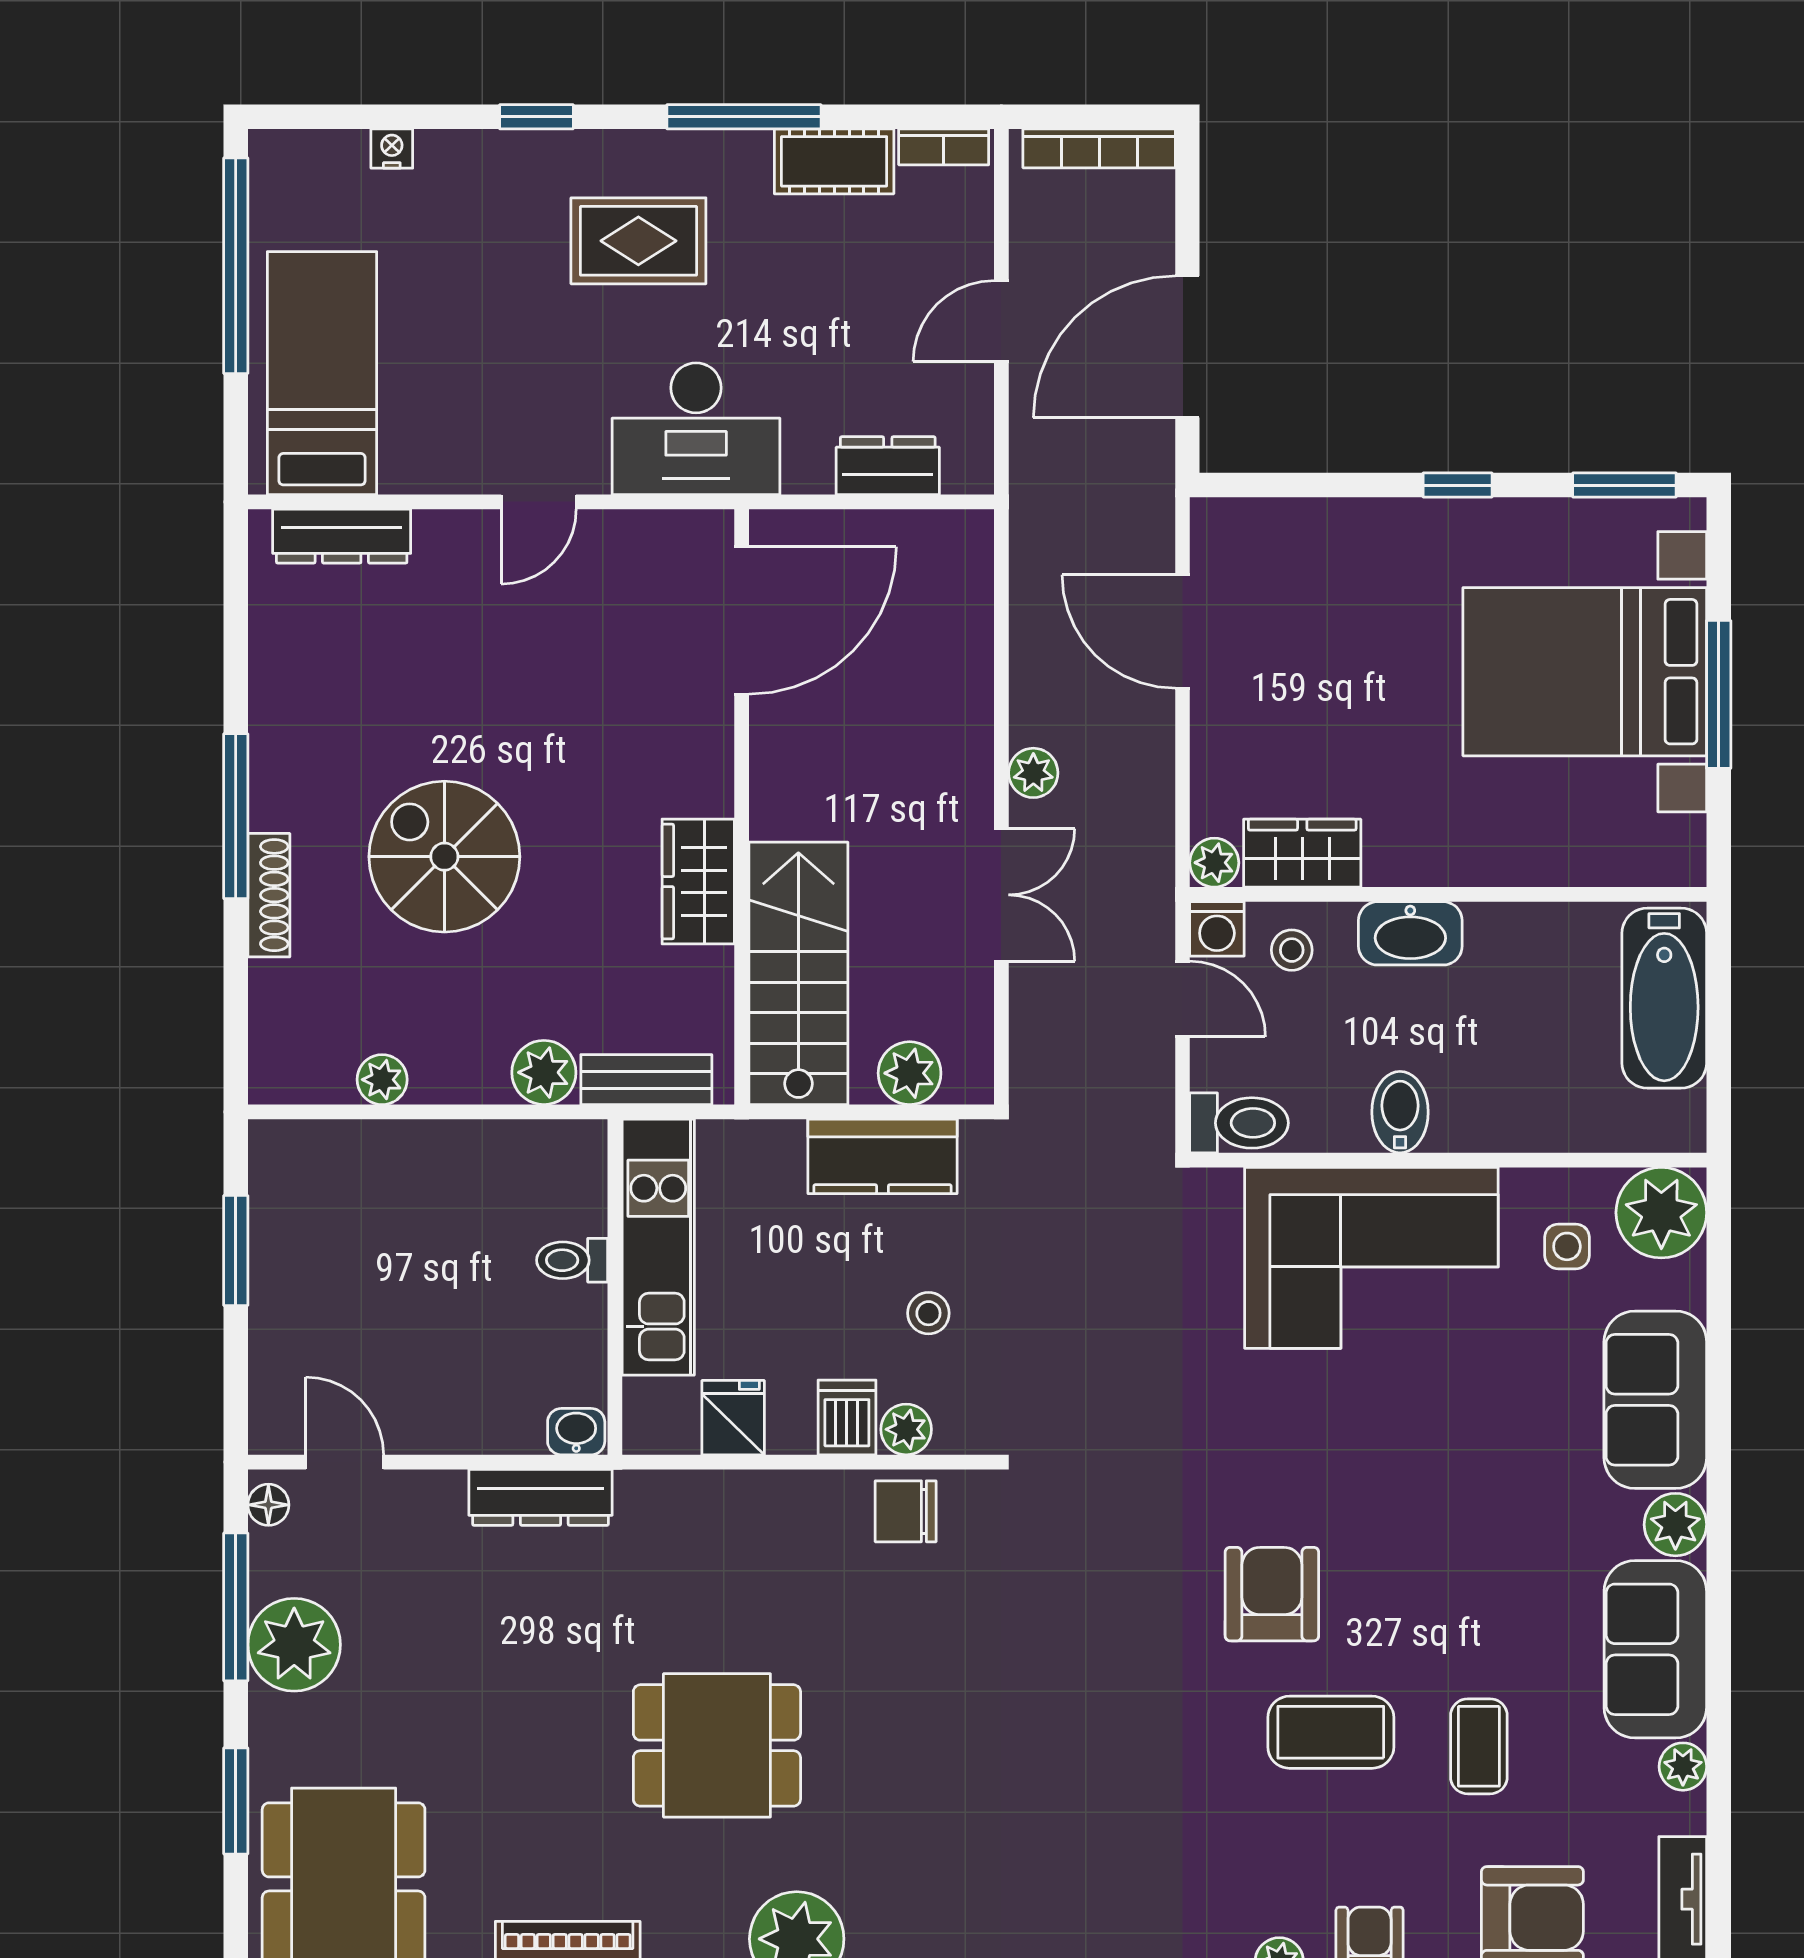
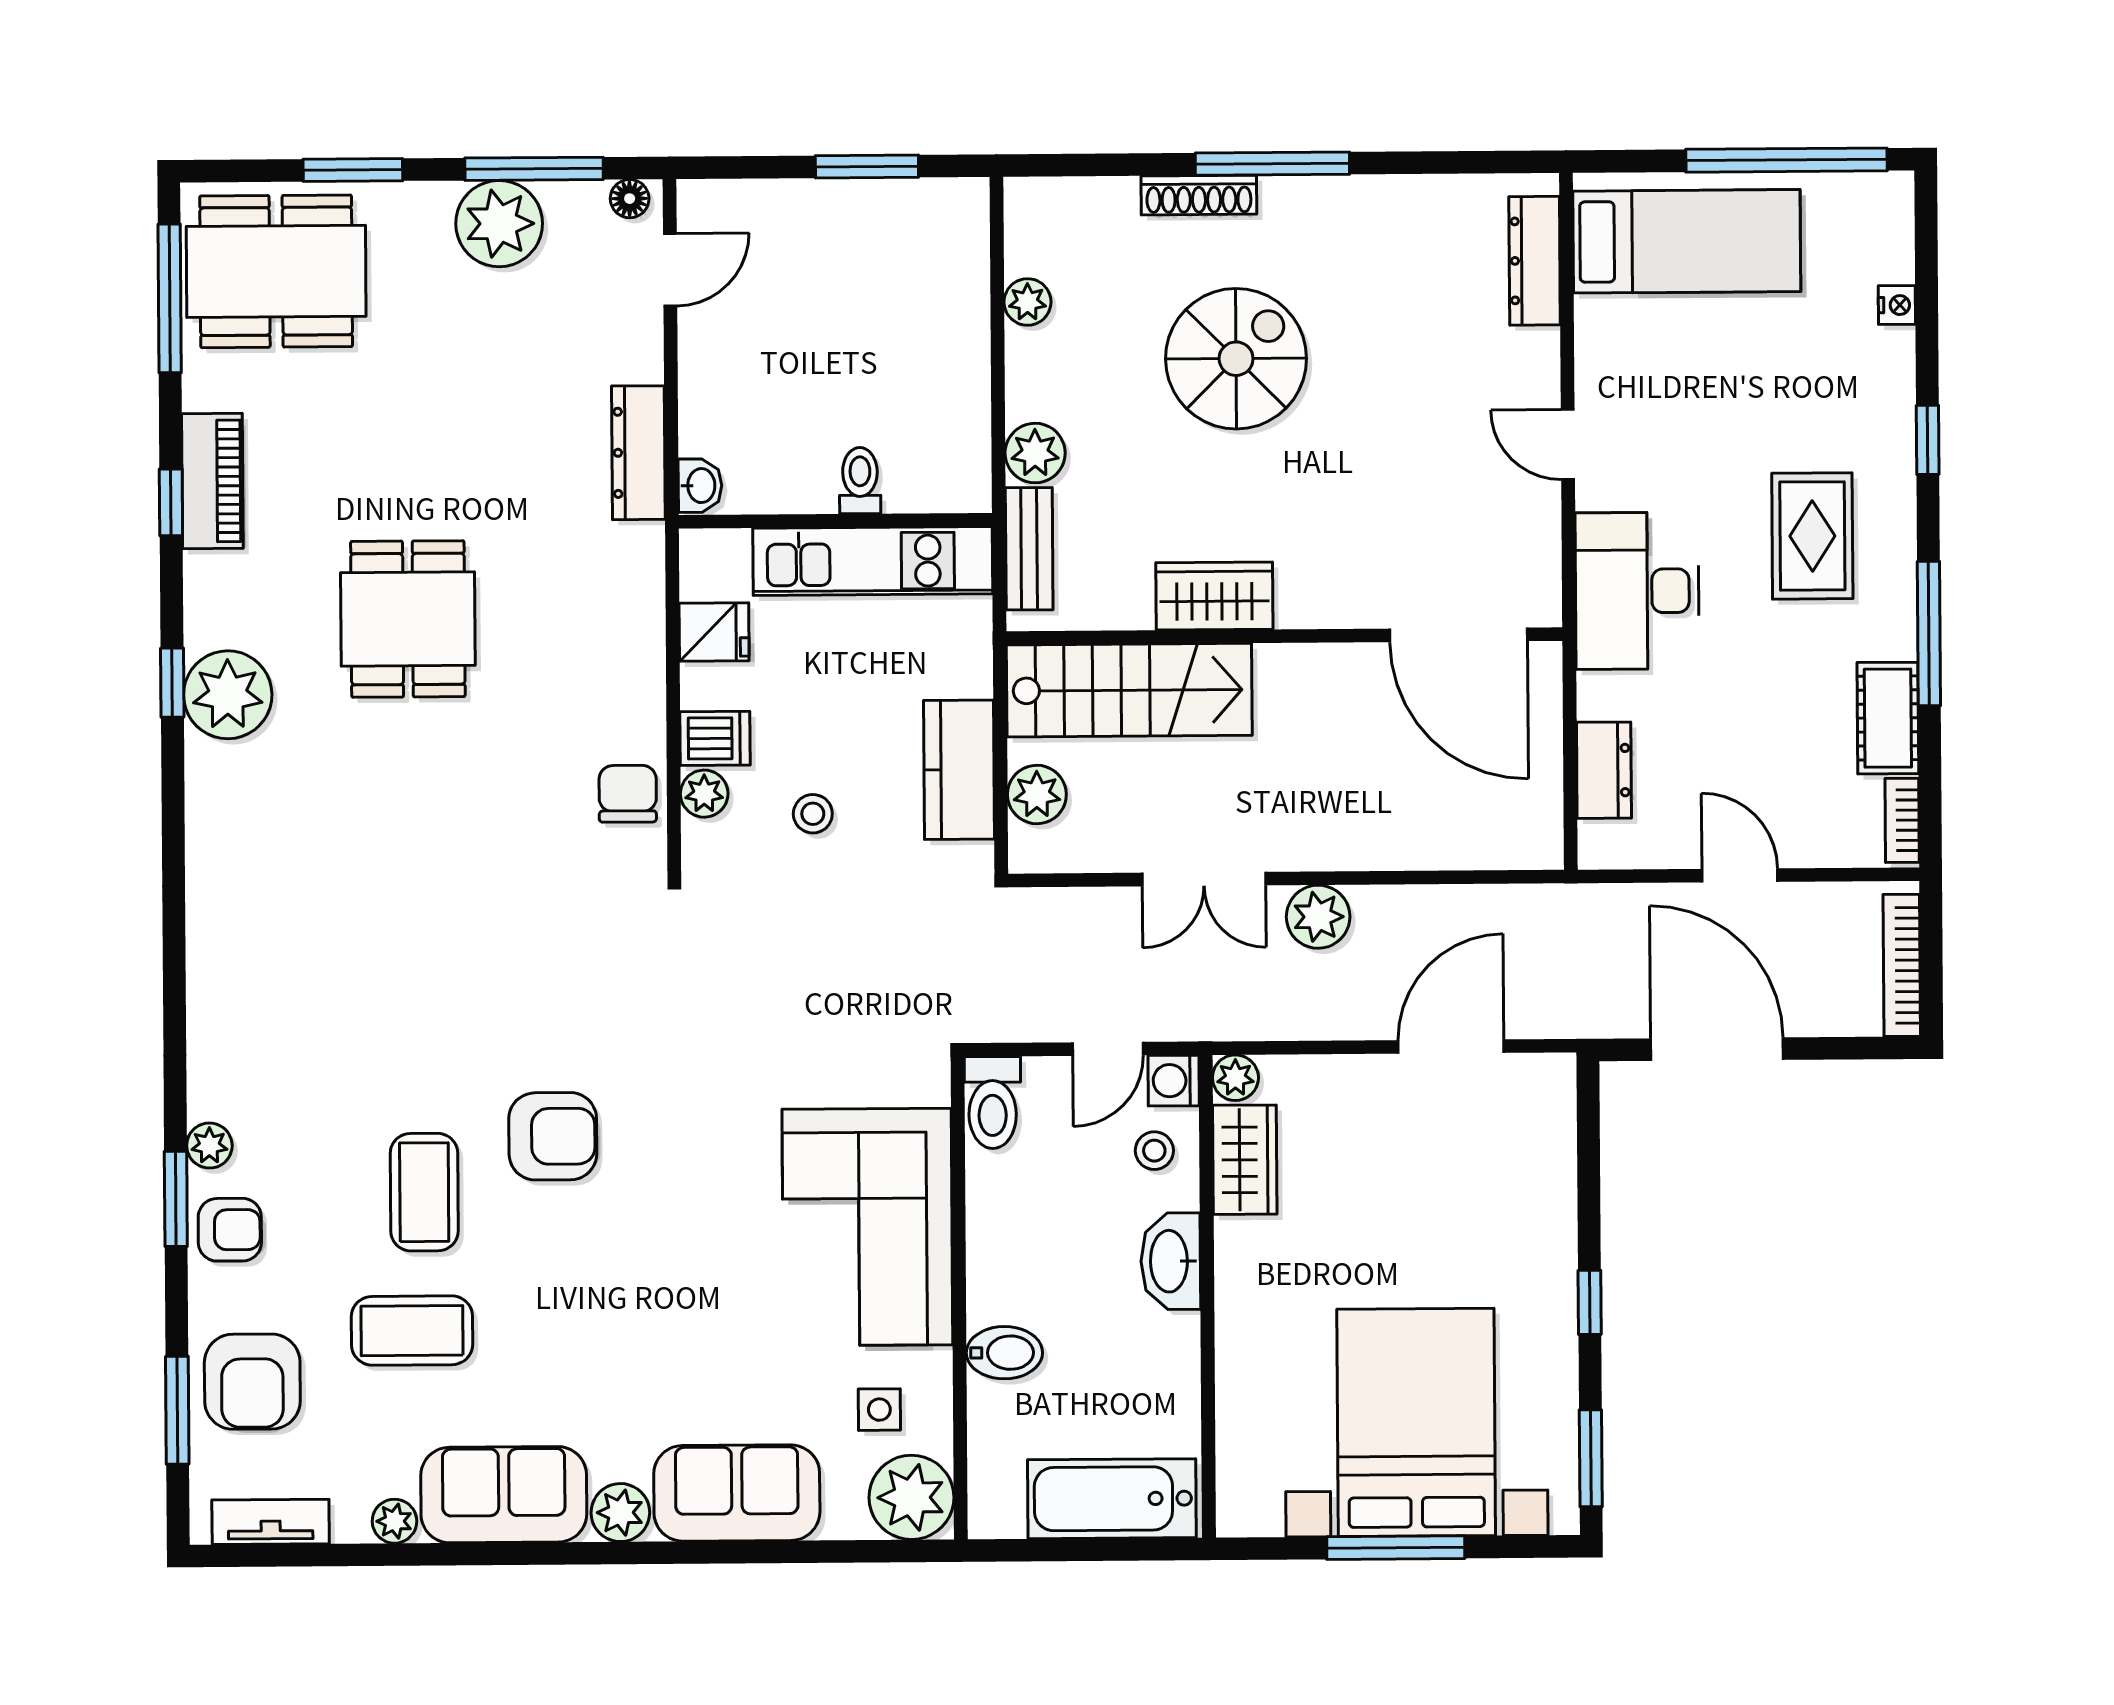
plant: (1033, 773) -> (1318, 917), width x1.38, depth x1.38
bidet: (1400, 1112) -> (1004, 1353), moved
coffee table: (1479, 1746) -> (412, 1331), width x1.36, depth x1.30

